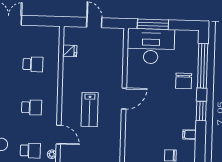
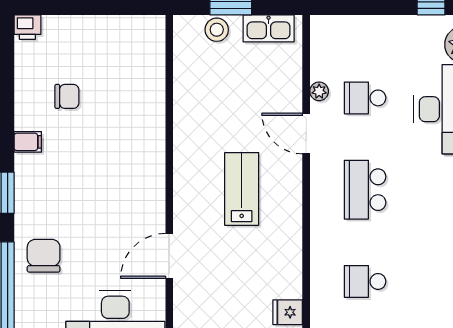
door: (124, 98) -> (169, 256), moved
school desk: (32, 107) -> (365, 190), width x1.85

